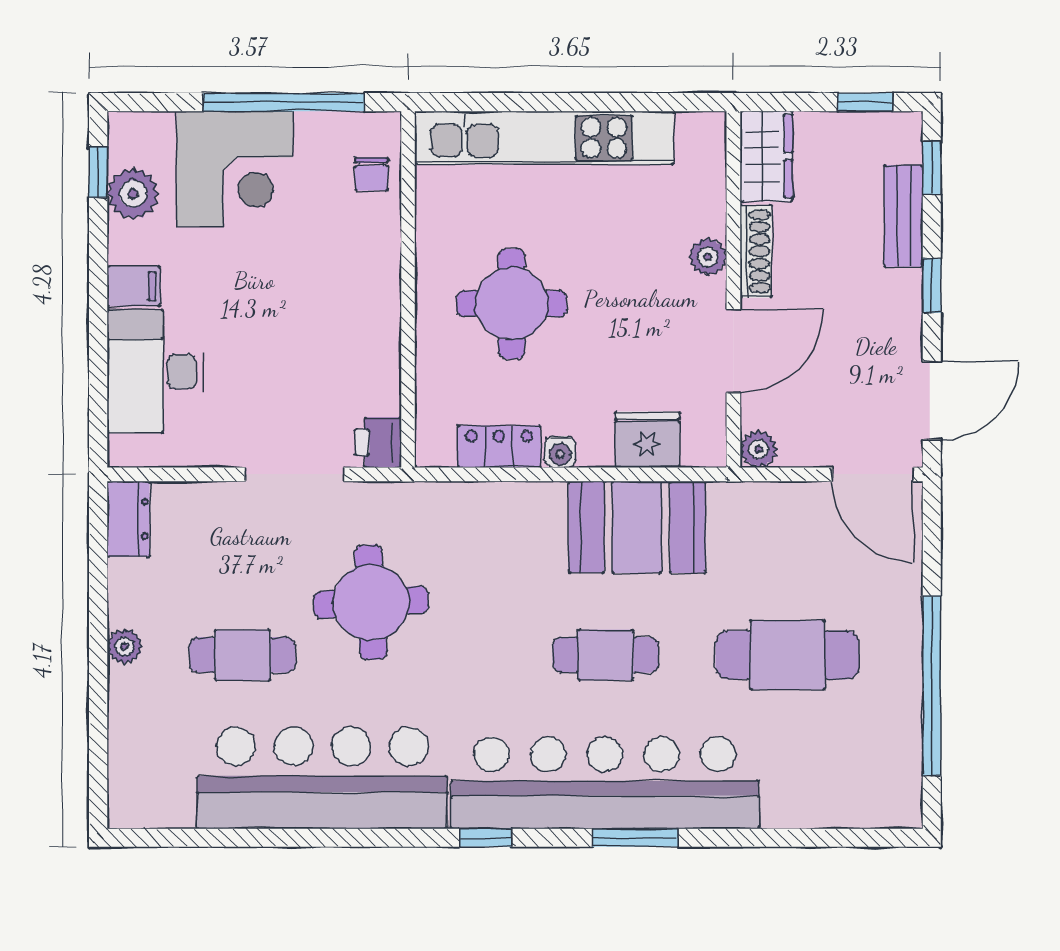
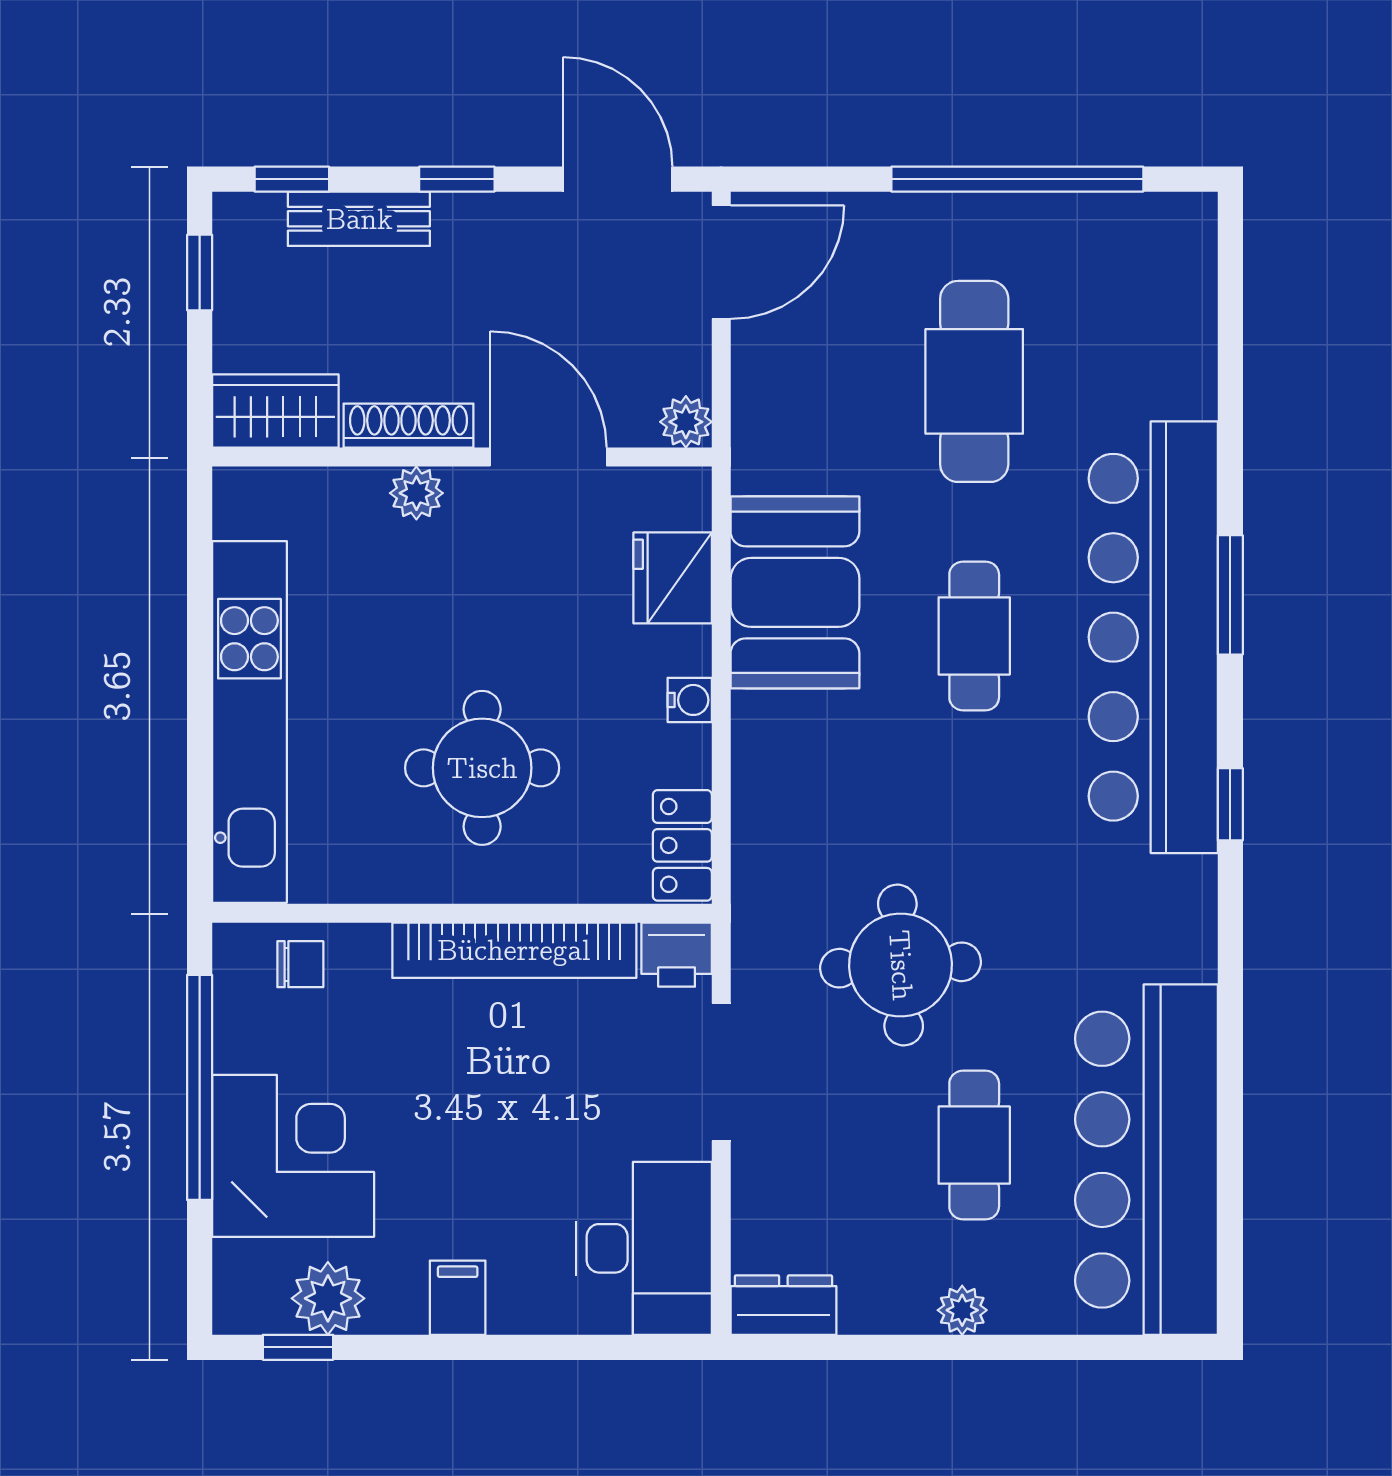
bookcase: (381, 327) -> (514, 950), added
desk: (156, 371) -> (644, 1248), moved, turned -90
locker: (499, 447) -> (682, 845), moved
bar counter: (322, 778) -> (1146, 1160), moved

